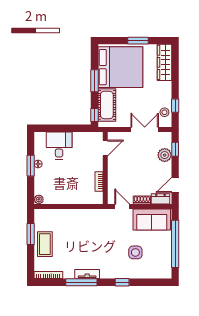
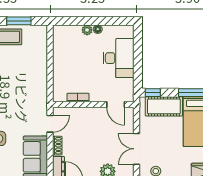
double door: (145, 129) -> (136, 149), swing flipped
desk: (59, 146) -> (118, 58), width x1.37
window: (31, 166) -> (96, 21), removed
plant: (39, 199) -> (87, 30), moved

